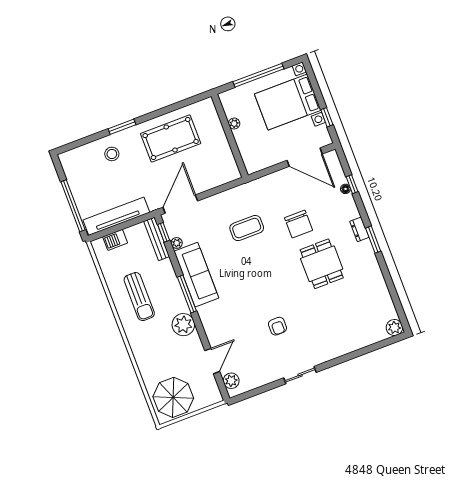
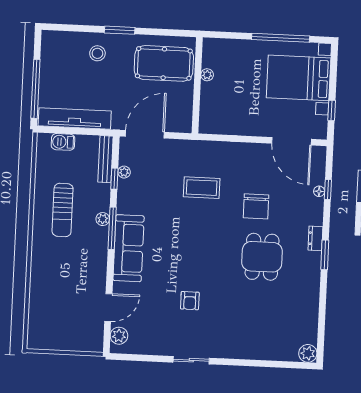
plant: (234, 123) -> (207, 75), moved
wall: (230, 136) -> (197, 85), moved
window: (164, 232) -> (114, 179), moved
sofa: (196, 275) -> (129, 248), moved
plant: (183, 325) -> (103, 219), moved, width x0.53, depth x0.53
parasol: (173, 397) -> (53, 327), removed

